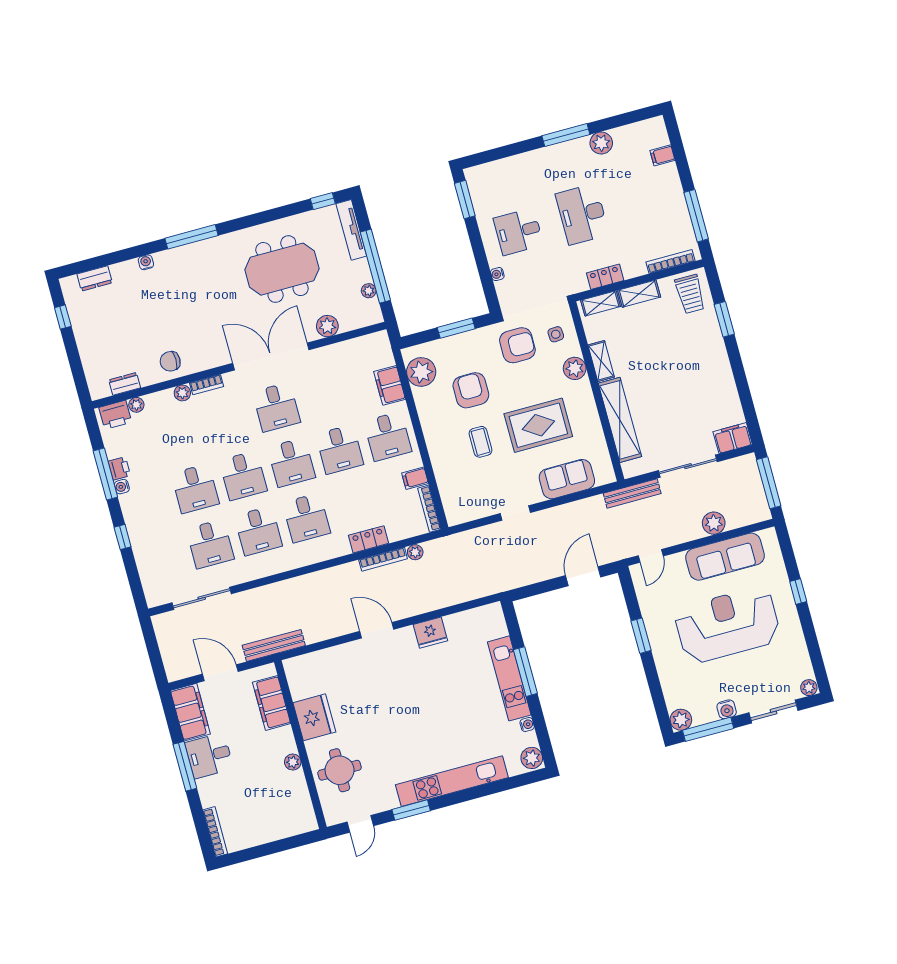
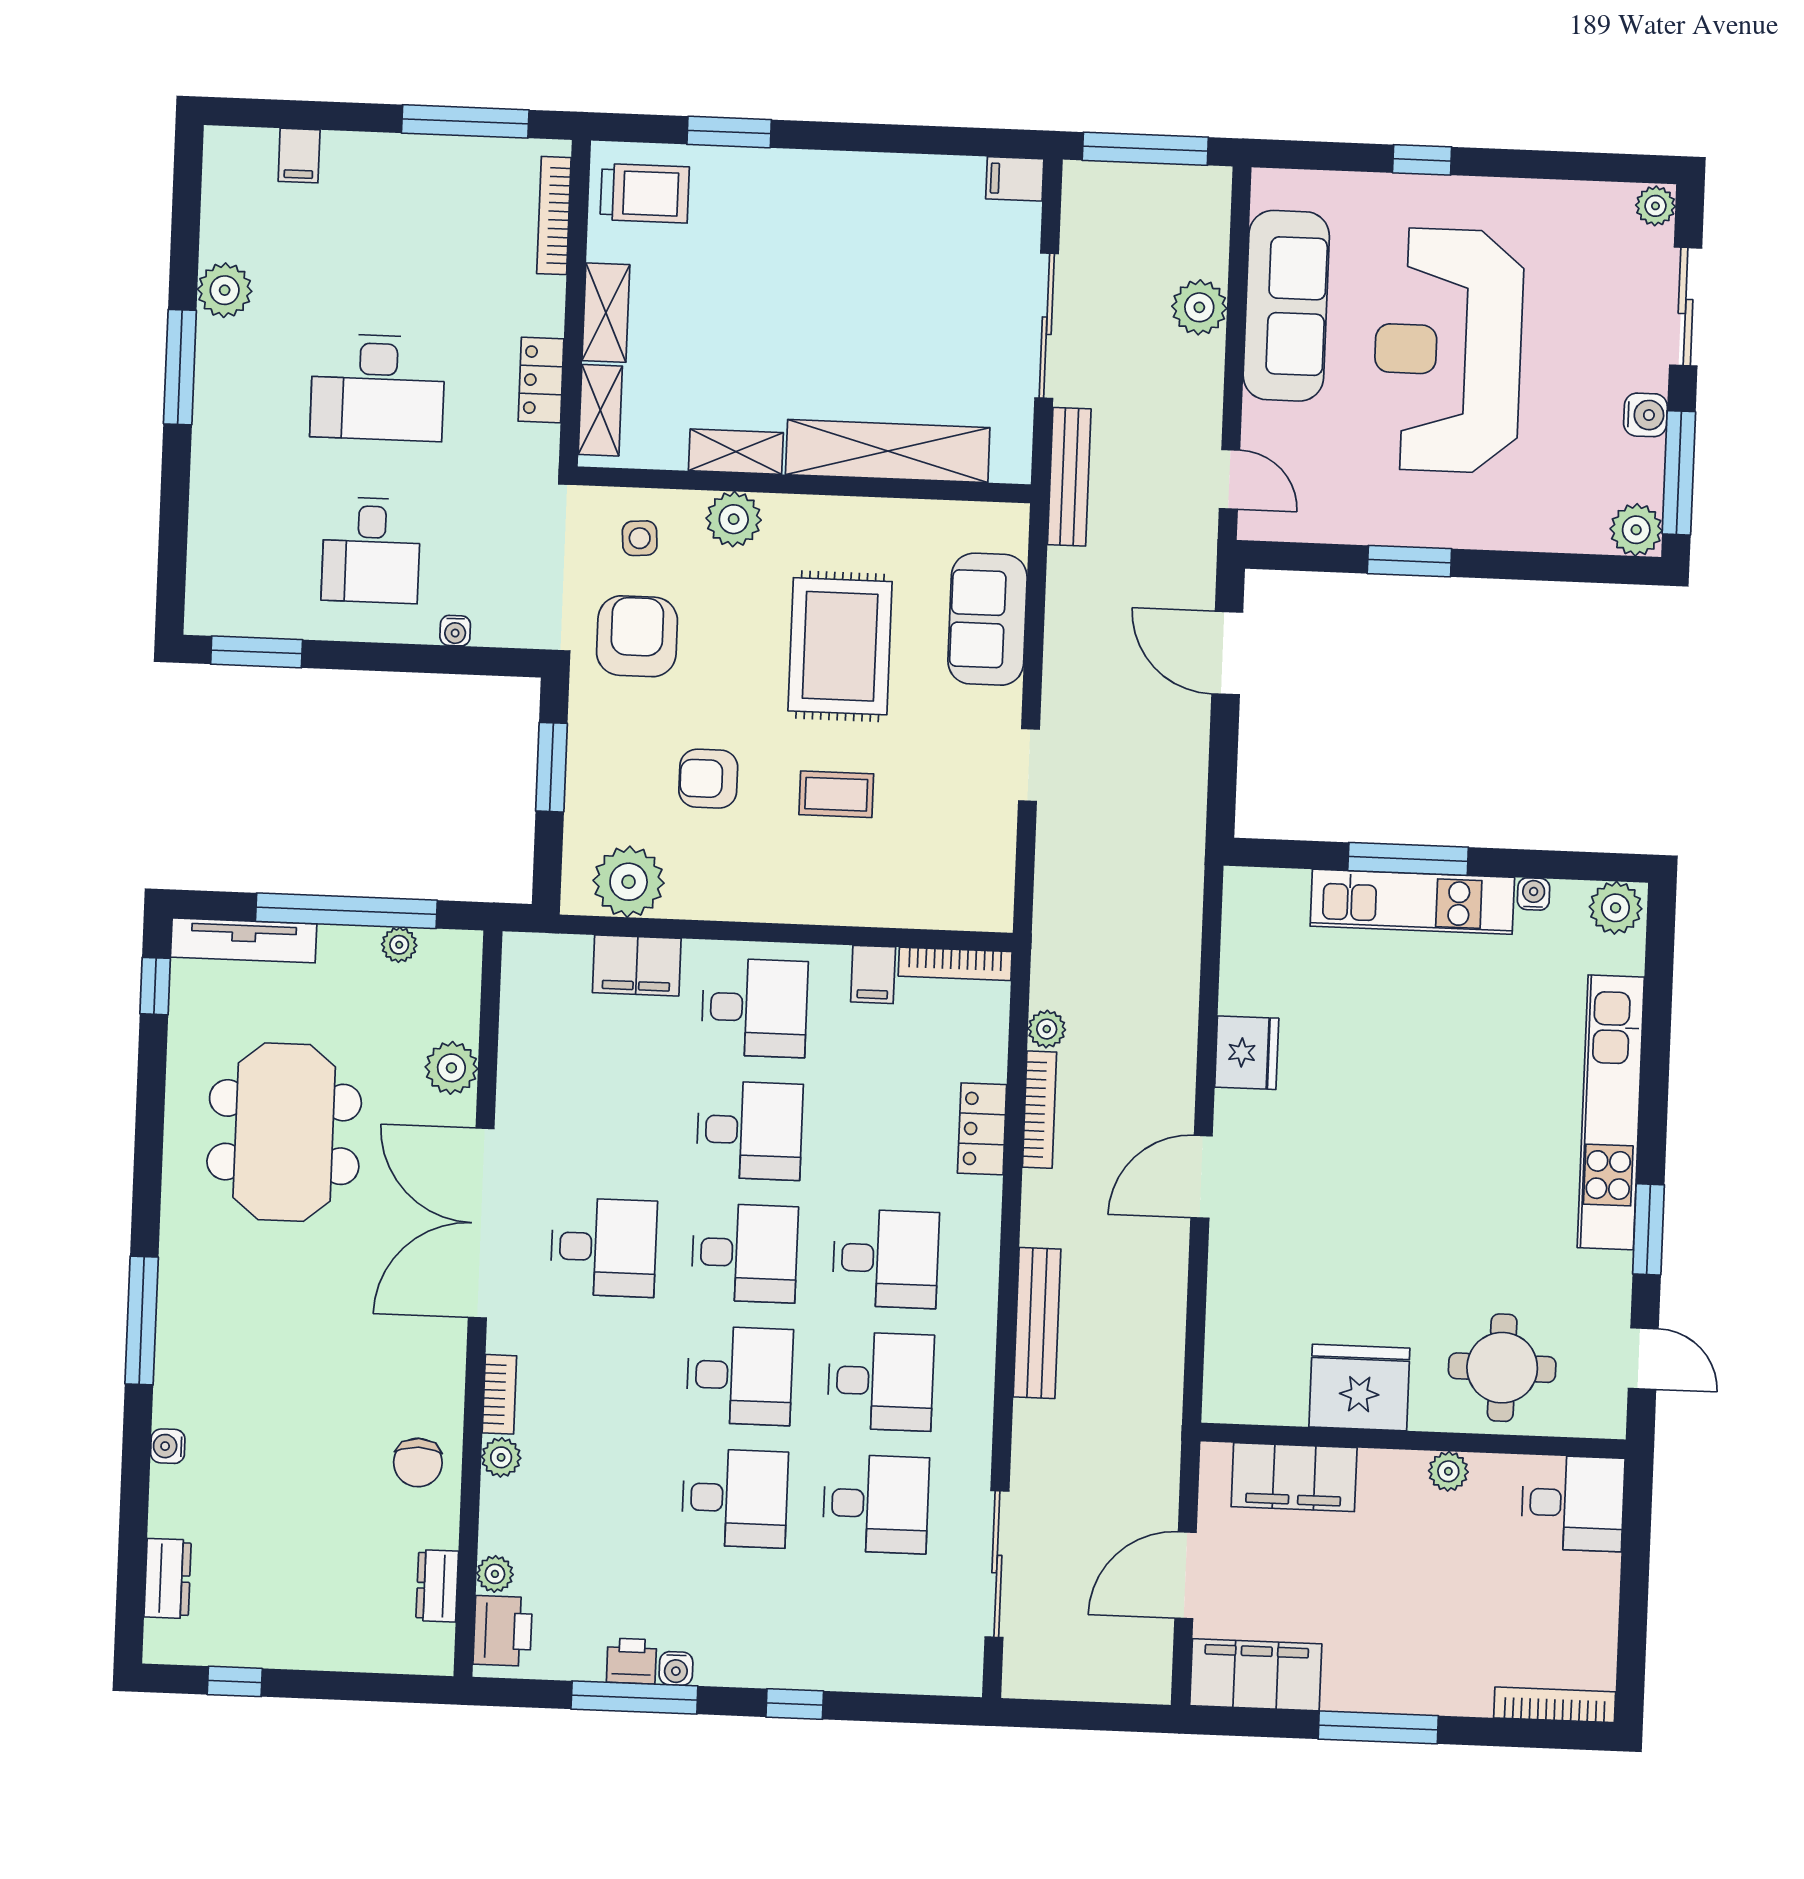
armchair: (471, 390) -> (708, 779), width x0.72, depth x0.72
filing cabinet: (733, 438) -> (1015, 179), width x0.50
bench: (274, 645) -> (1037, 1323), moved
desk: (209, 756) -> (1573, 1503), moved, turned -90

